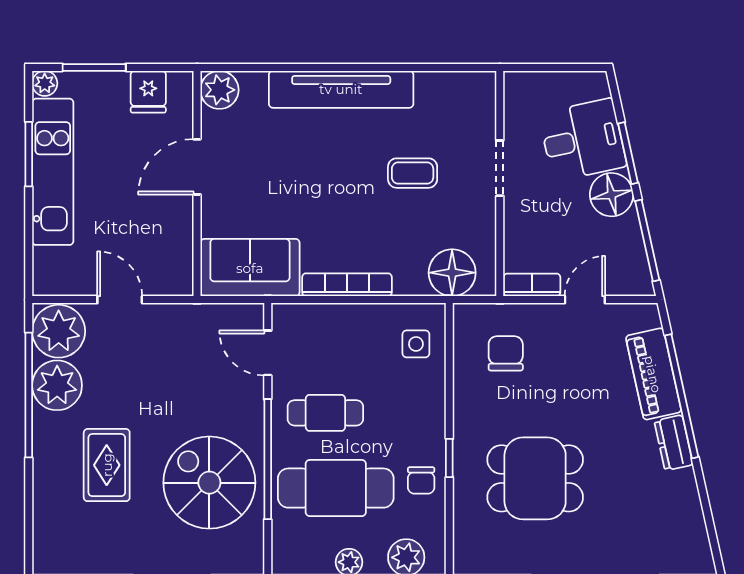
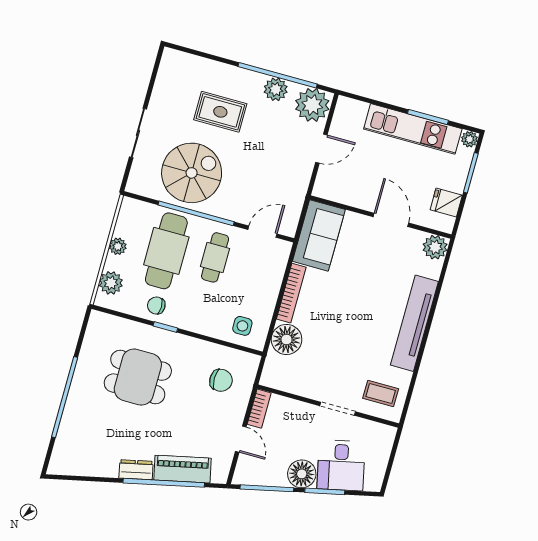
coffee table: (413, 173) -> (381, 394), moved, turned 90
floor lamp: (452, 273) -> (287, 339), moved
plant: (57, 385) -> (276, 89), width x0.73, depth x0.73
dining table: (535, 478) -> (138, 377), turned 90

